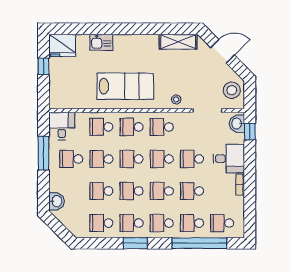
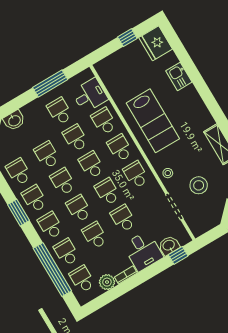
stool: (232, 90) -> (199, 185), moved
washbasin: (237, 124) -> (169, 246), moved
desk: (62, 126) -> (90, 95), moved
plant: (237, 204) -> (107, 282), added

